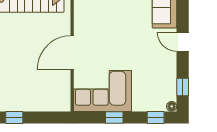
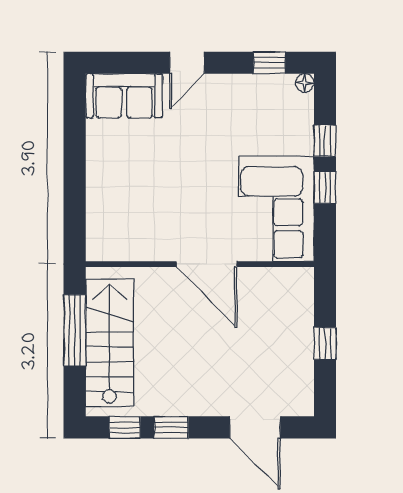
window: (14, 117) -> (325, 344), moved
window: (156, 117) -> (325, 141), moved

